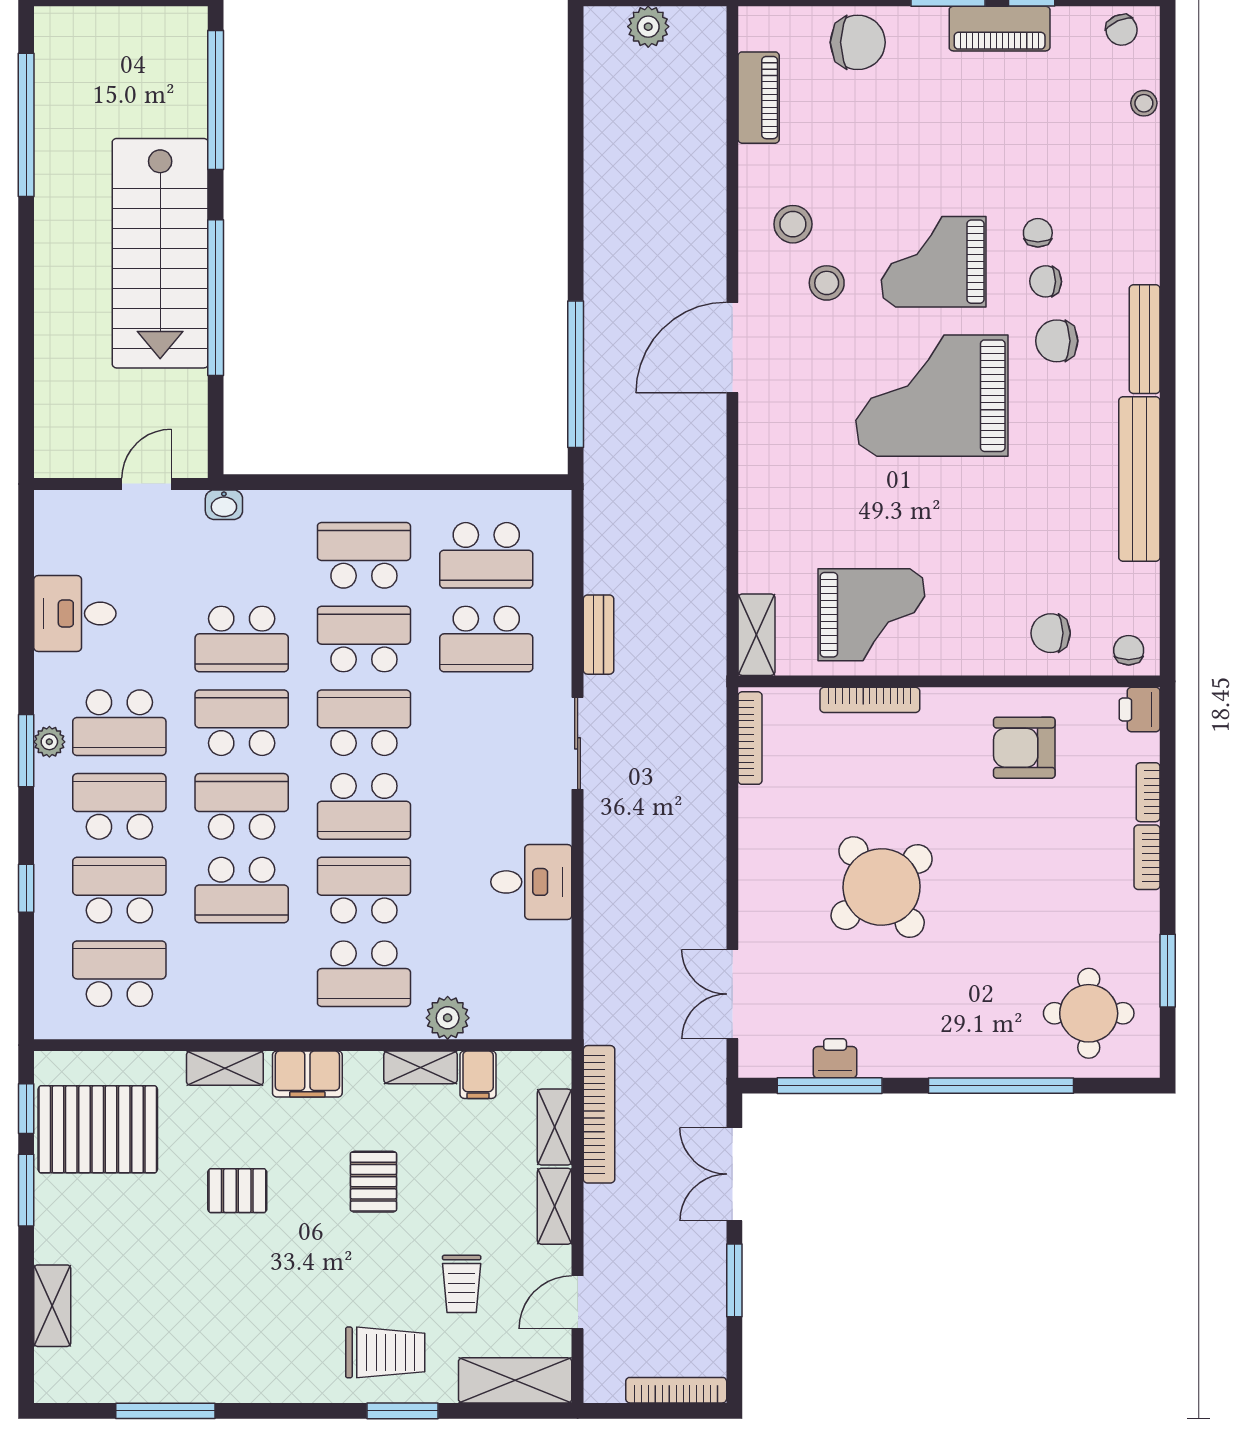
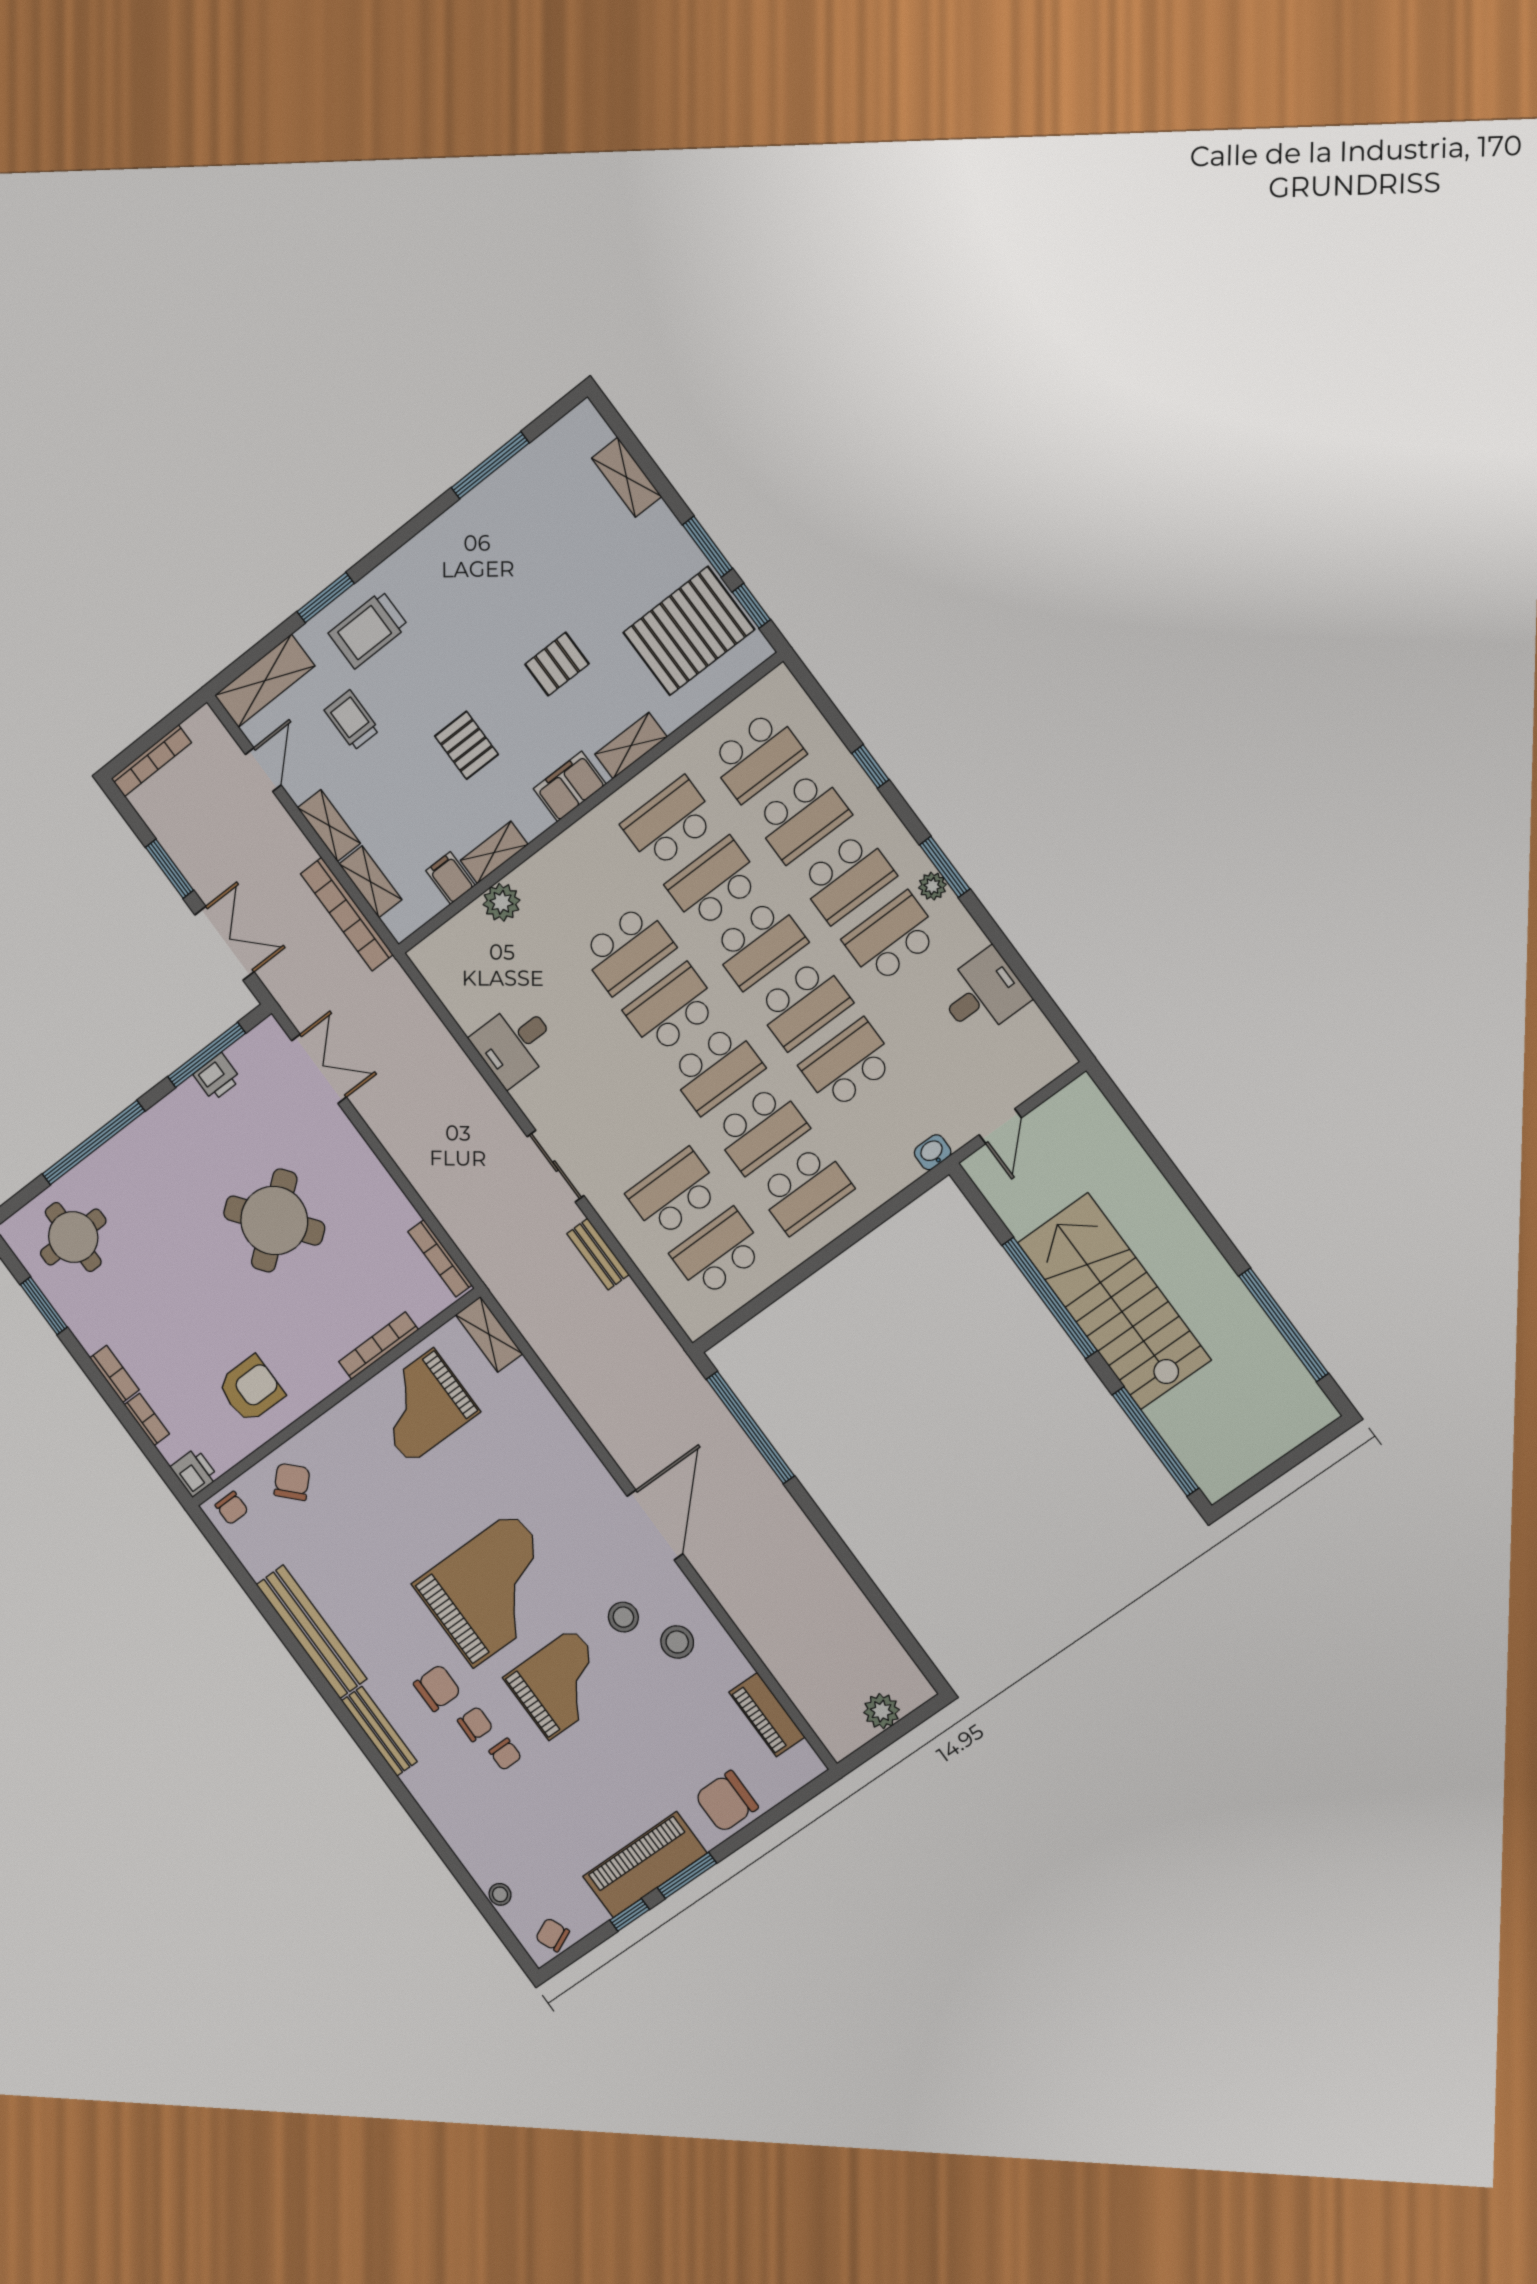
piano: (1000, 29) -> (645, 1865), width x1.37, depth x1.33
chair: (1051, 633) -> (292, 1482), turned -45
school desk: (364, 974) -> (669, 823), moved

